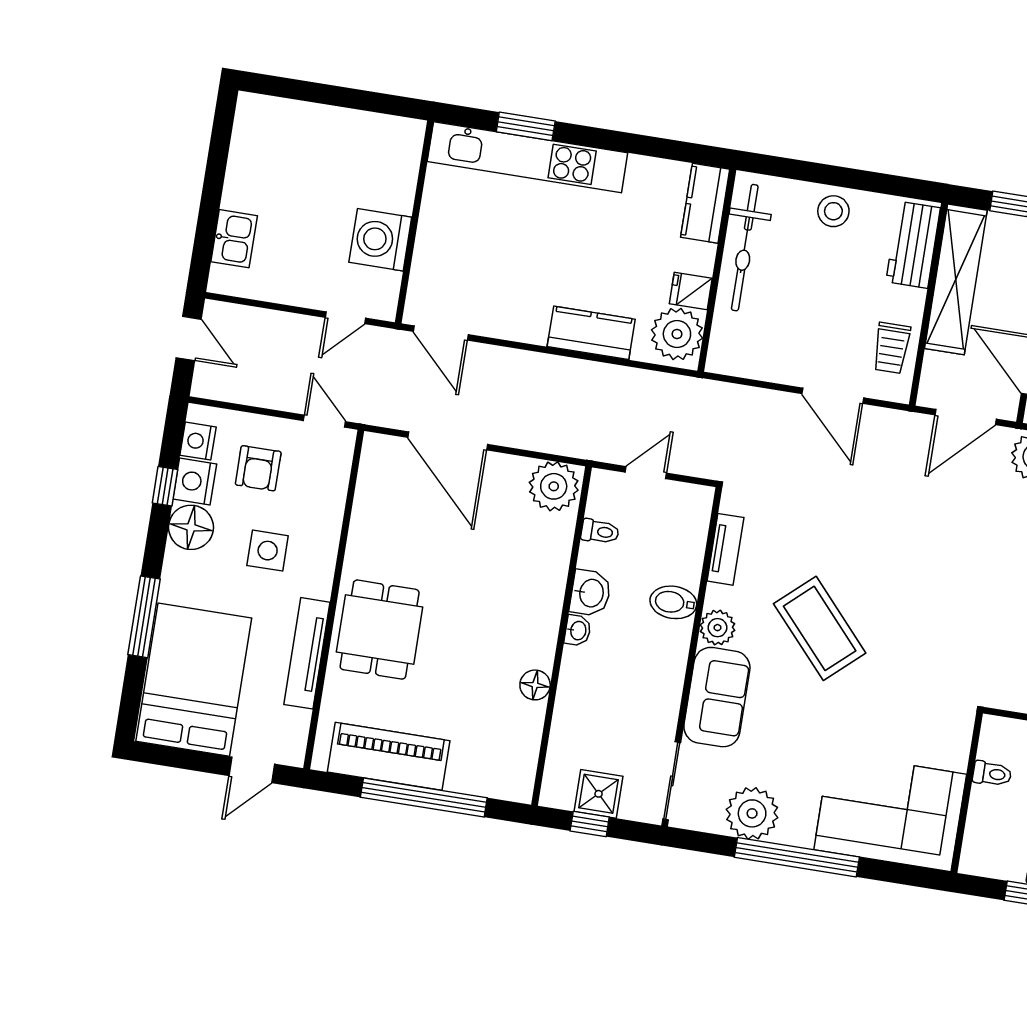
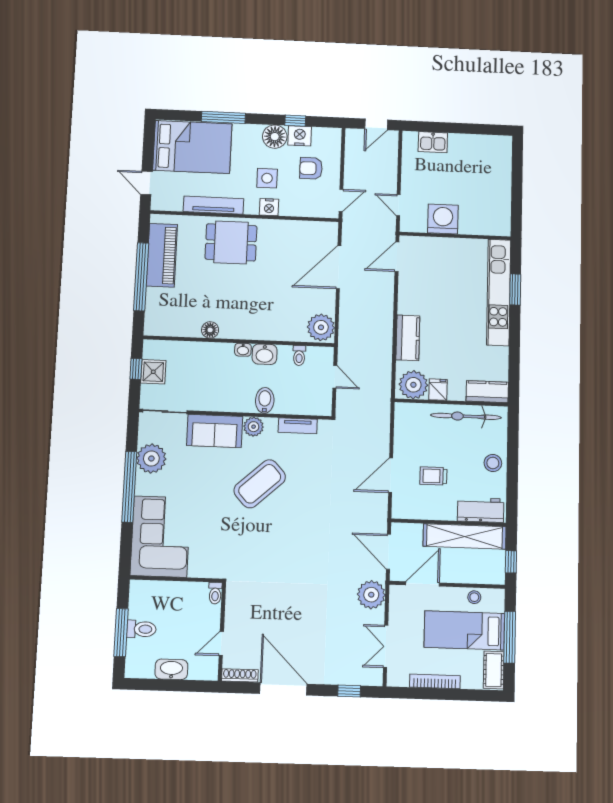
trolley: (892, 348) -> (433, 476), moved
nightstand: (198, 441) -> (269, 207), moved, turned 180
toilet: (992, 774) -> (215, 593), moved

